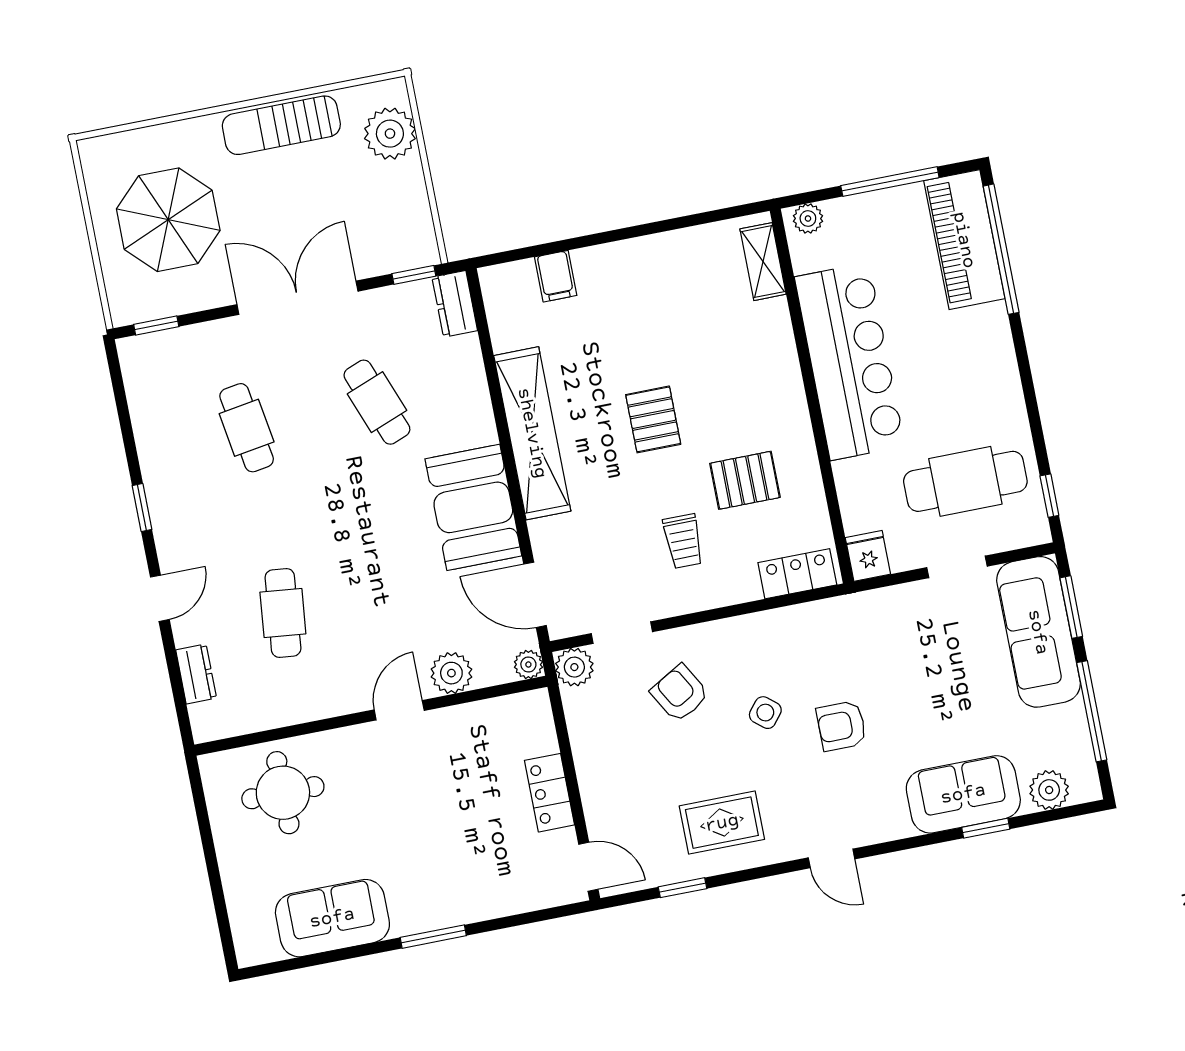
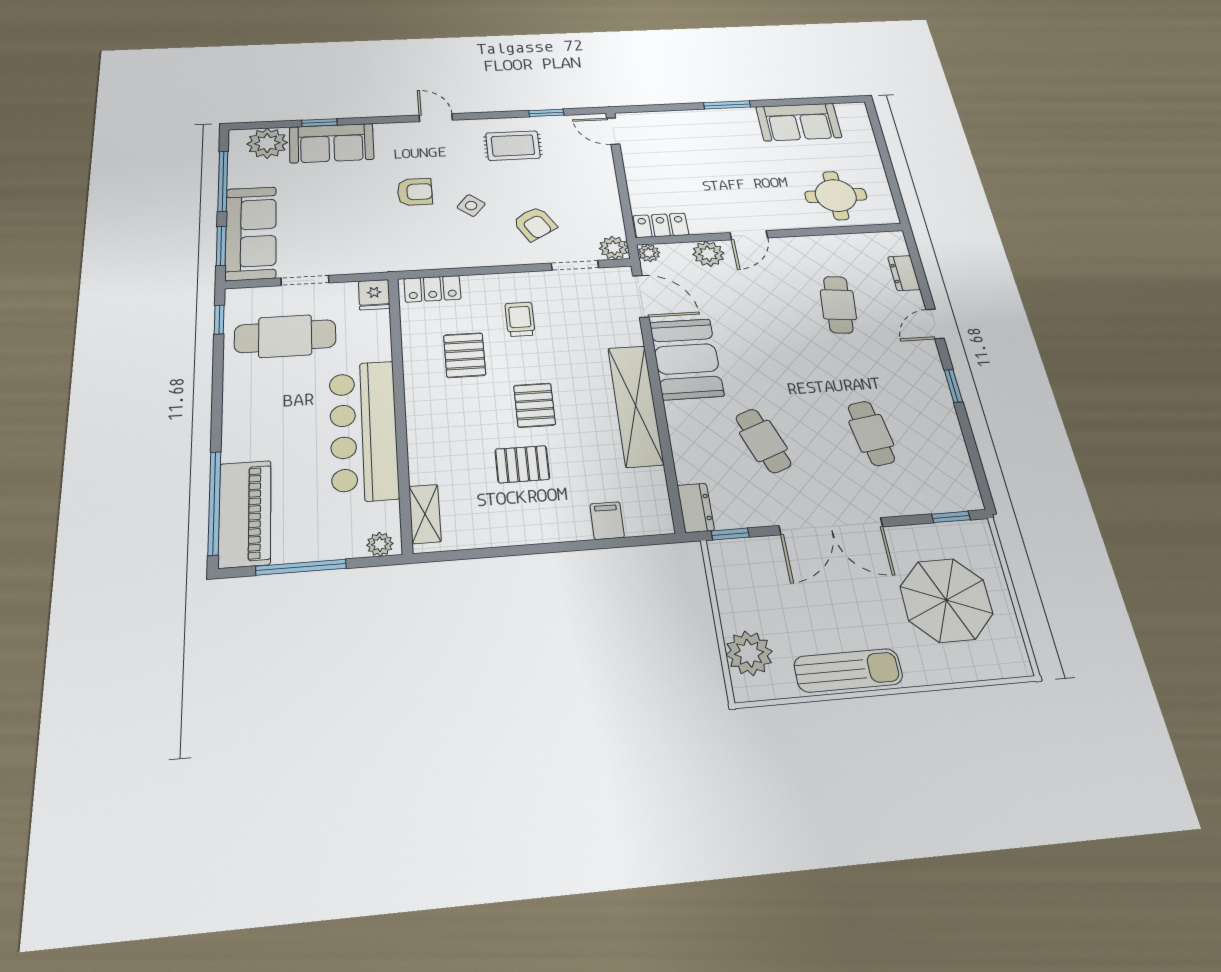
pallet: (660, 338) -> (522, 464), added
pallet: (745, 480) -> (465, 355), turned 90
plant: (1049, 790) -> (267, 143), width x1.36, depth x1.36
locker: (549, 793) -> (661, 225), moved, turned -90

